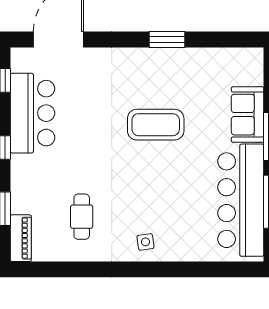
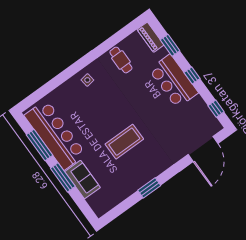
bar counter: (32, 113) -> (173, 81), moved
cafe table: (82, 217) -> (121, 60), moved

